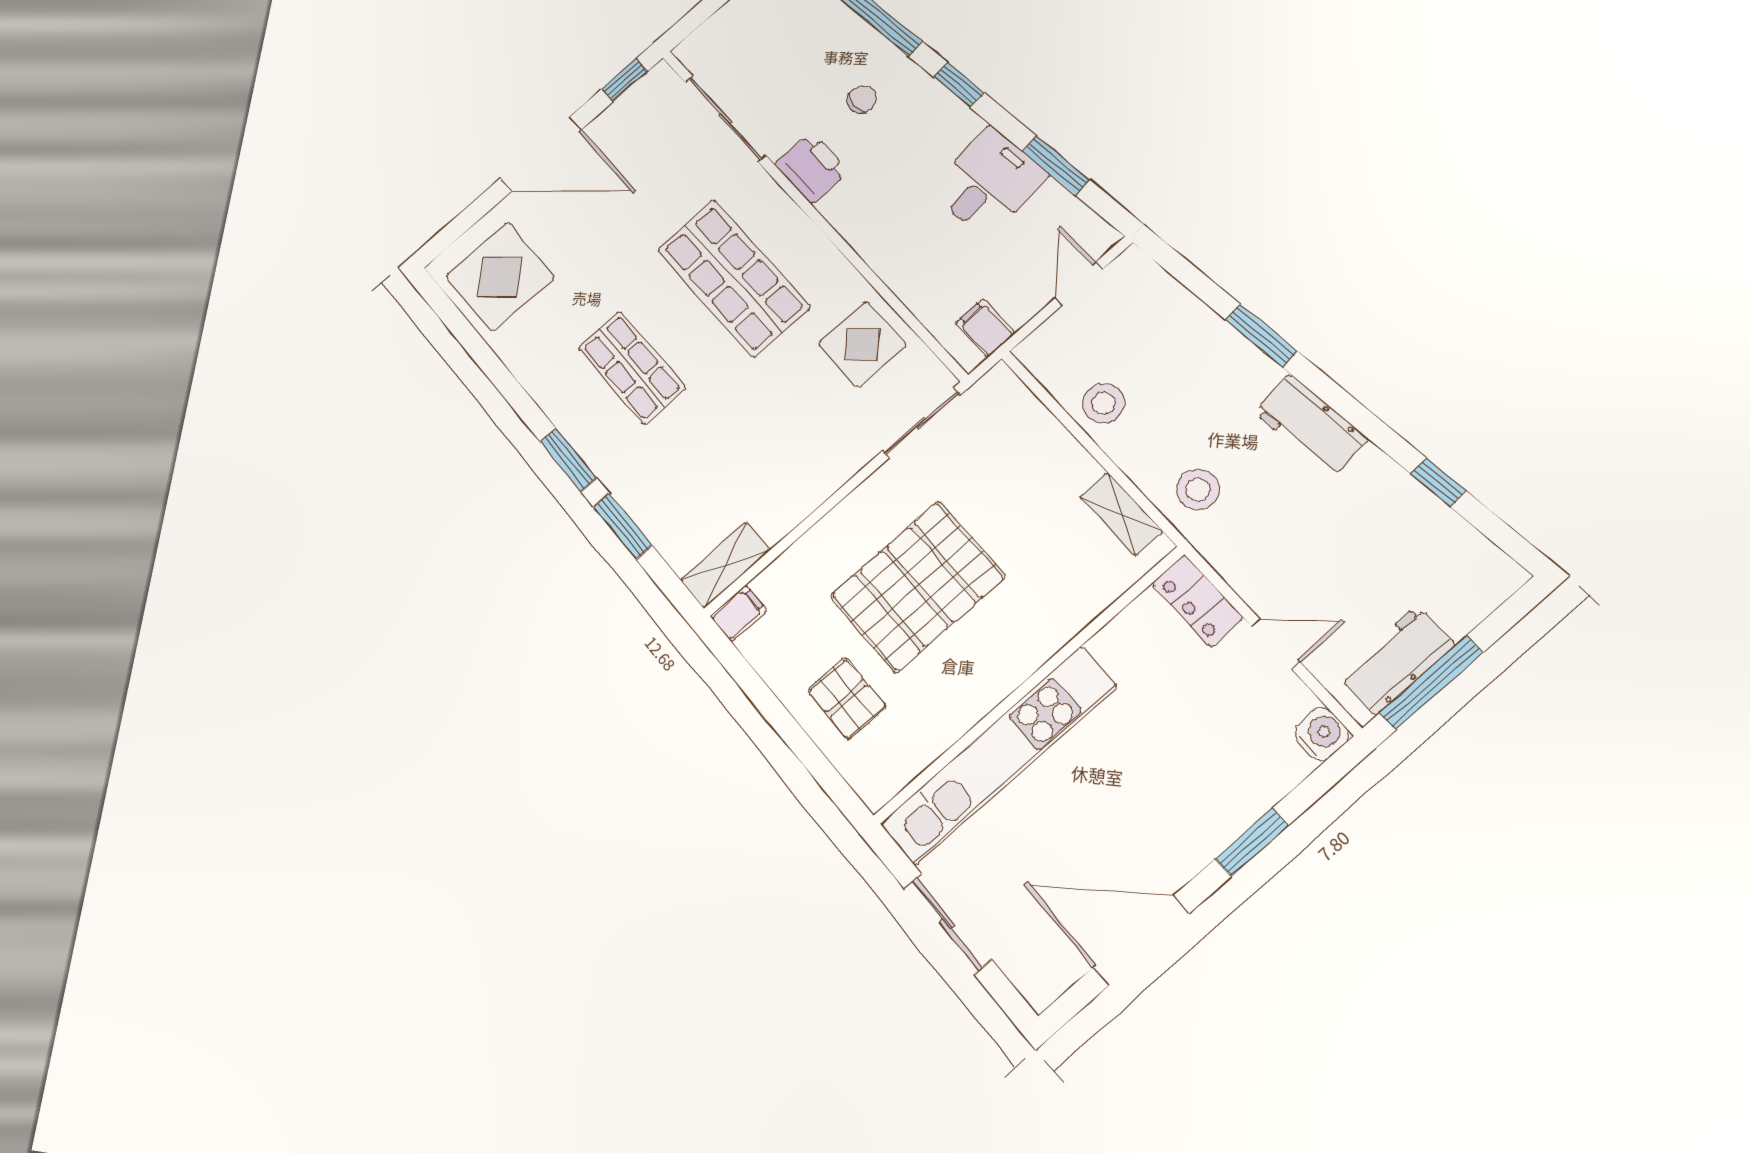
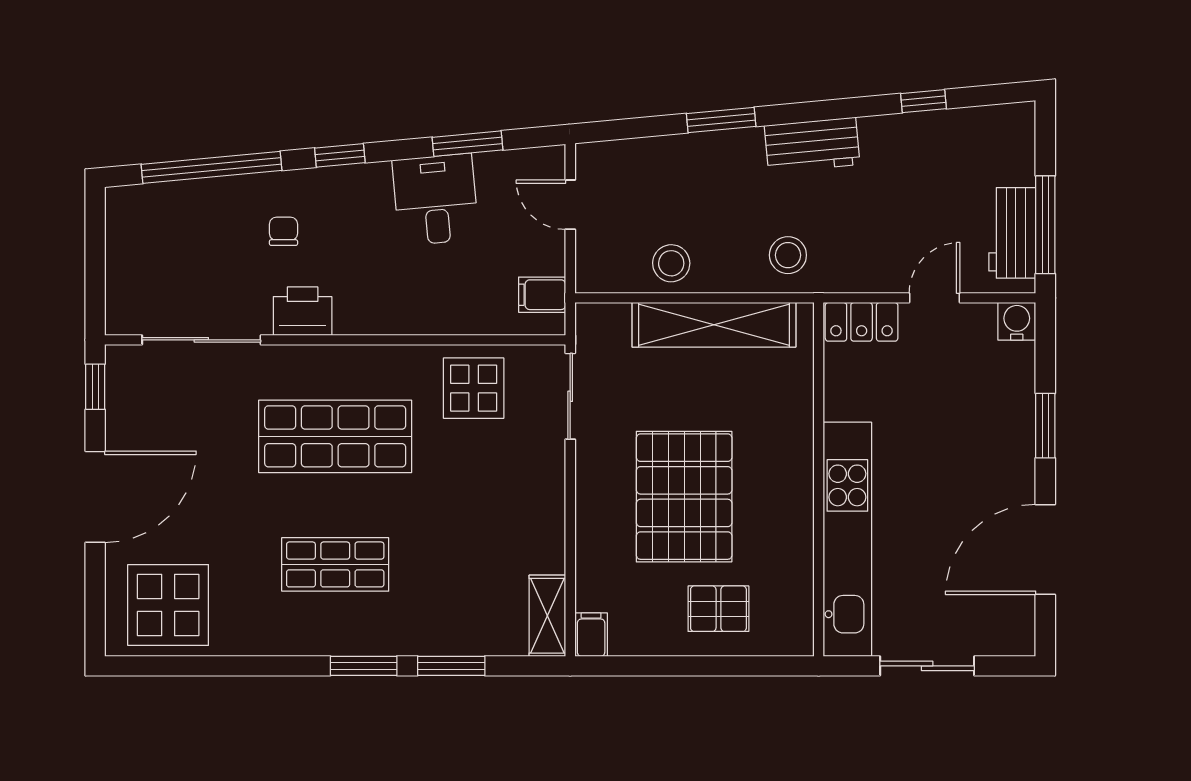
shelving: (1121, 514) -> (714, 325), width x2.20, depth x1.33

